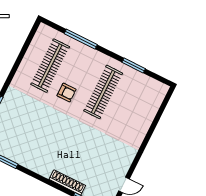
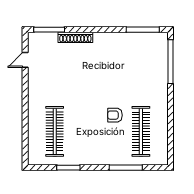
clothes rail: (103, 92) -> (55, 131), moved

